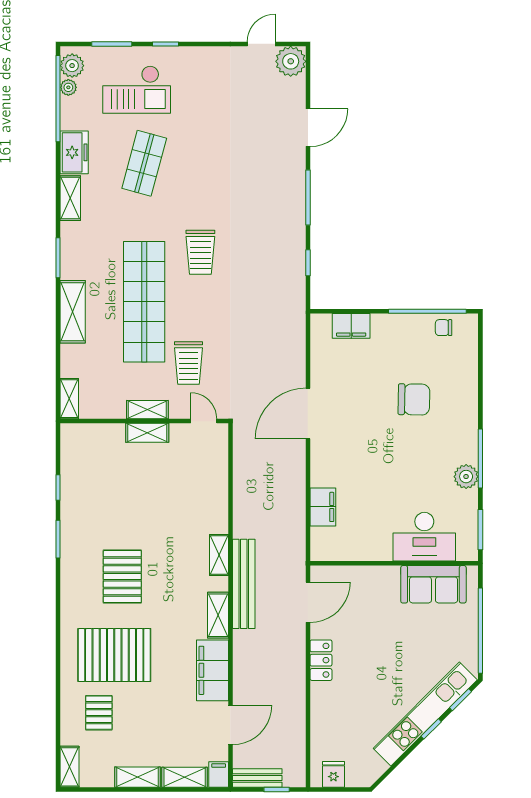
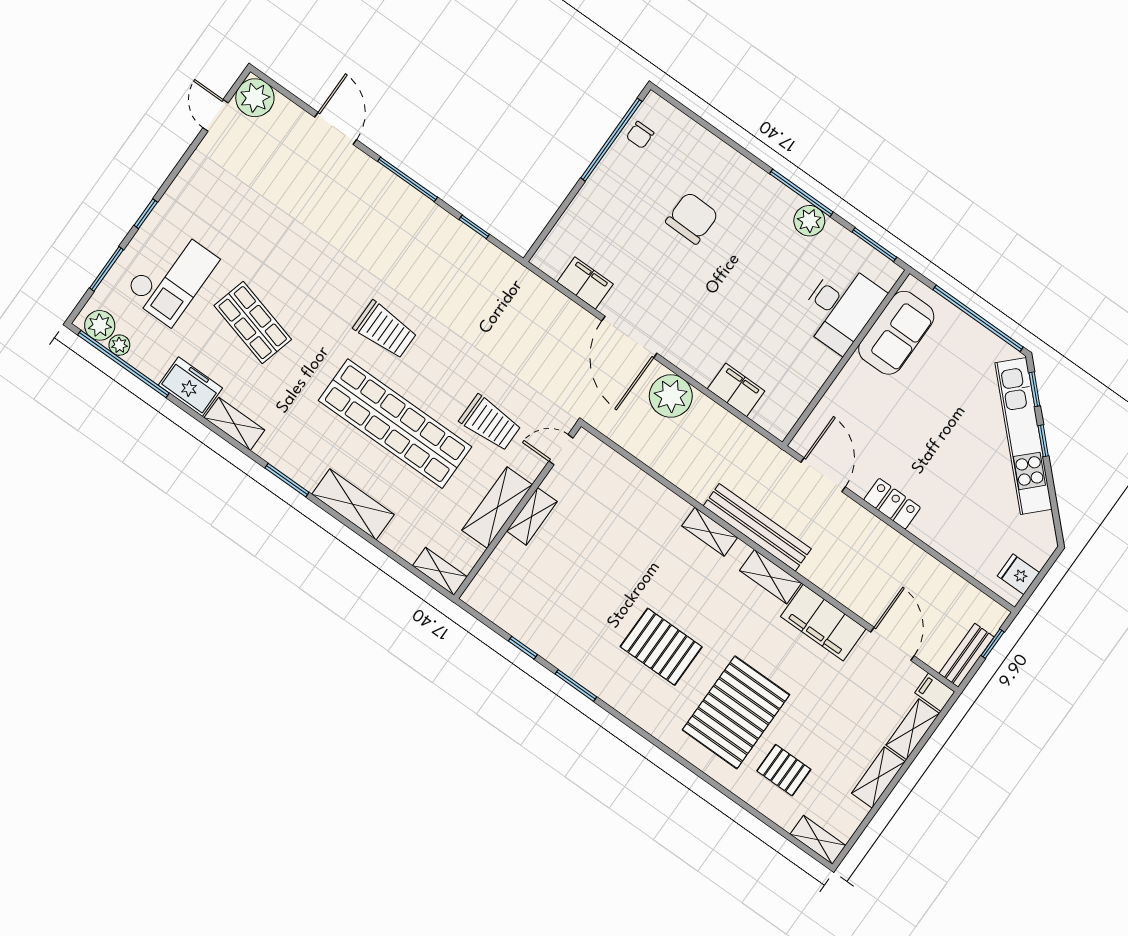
filing cabinet: (351, 326) -> (585, 283), moved, turned -90
shelving: (147, 410) -> (497, 508), width x1.50, depth x1.33
plant: (289, 468) -> (671, 396), added

